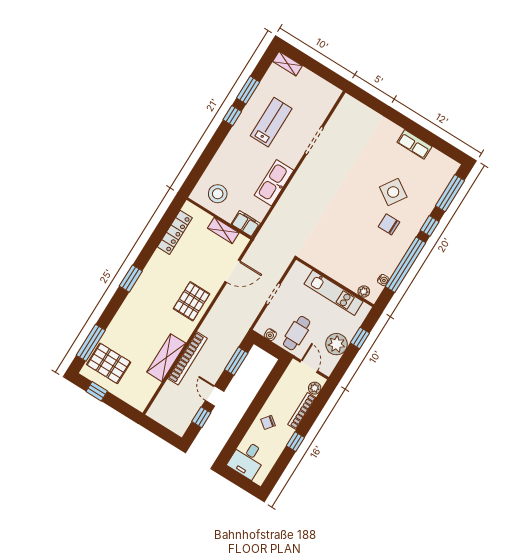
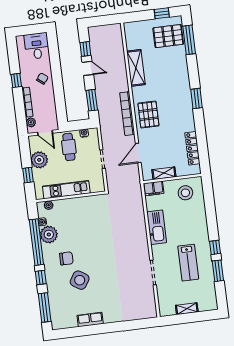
shelving: (288, 64) -> (187, 309), moved
plant: (387, 262) -> (49, 235), added
bookcase: (187, 358) -> (127, 114), moved

